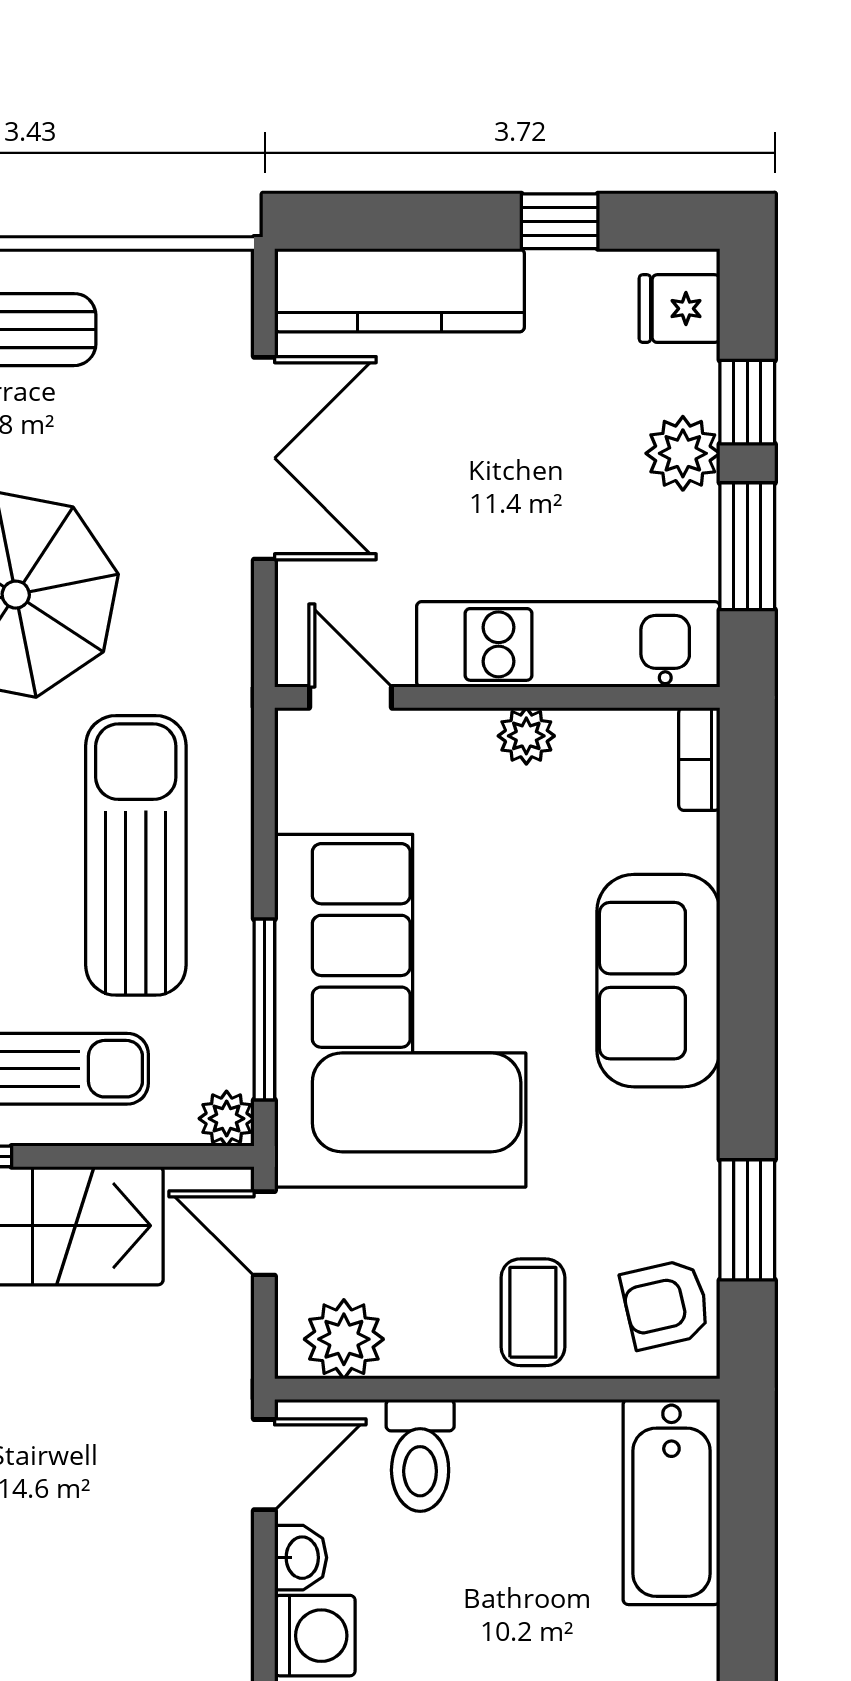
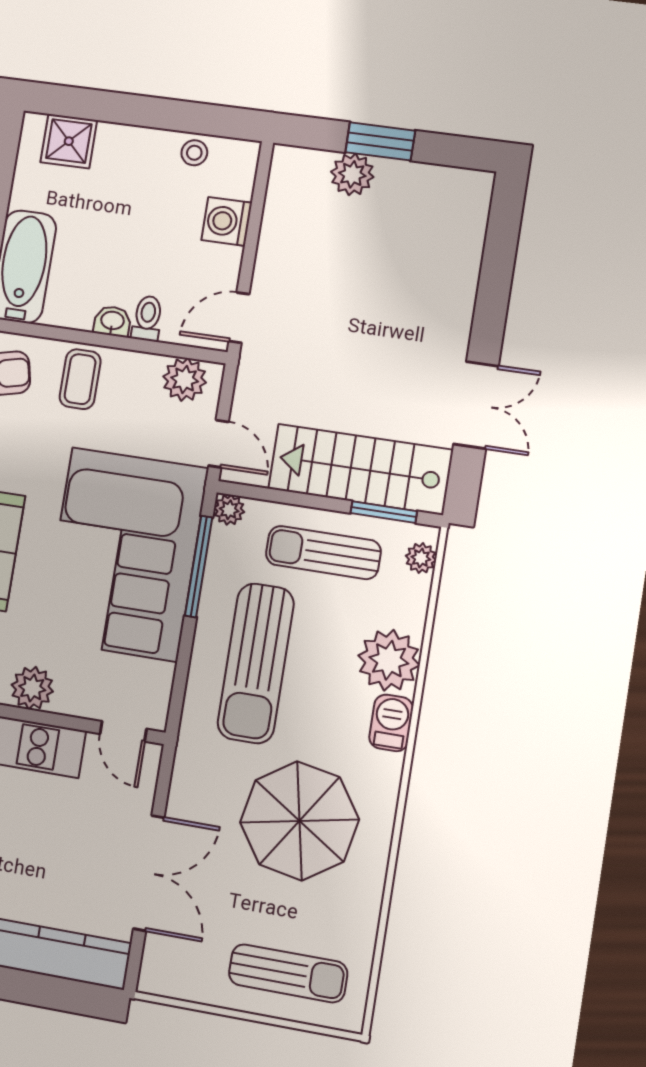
double door: (264, 458) -> (149, 873), swing flipped
plant: (526, 736) -> (32, 688), width x1.38, depth x1.38
toilet: (420, 1455) -> (147, 318), width x0.73, depth x0.72
washbasin: (301, 1558) -> (112, 321), moved, turned 90

